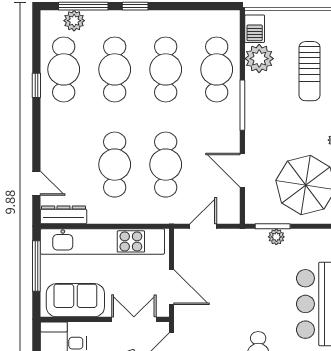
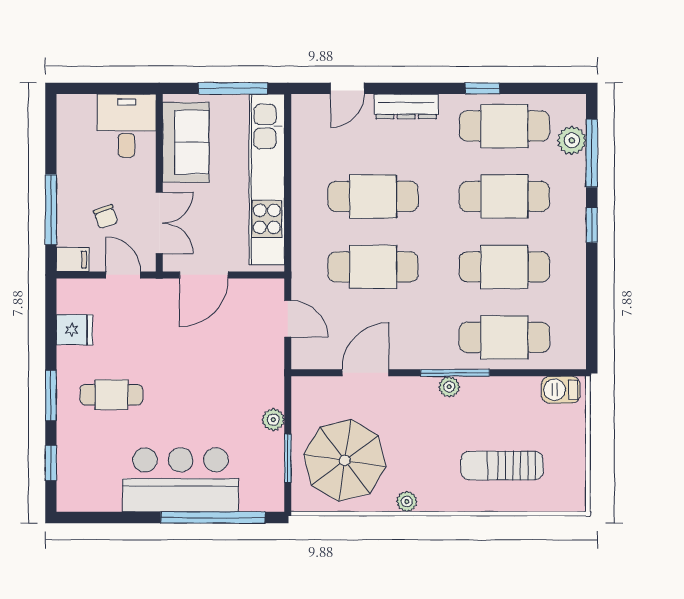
plant: (259, 59) -> (449, 387), moved, width x0.53, depth x0.53
dresser: (63, 215) -> (406, 106), moved, turned 90
window: (273, 226) -> (288, 458), moved

